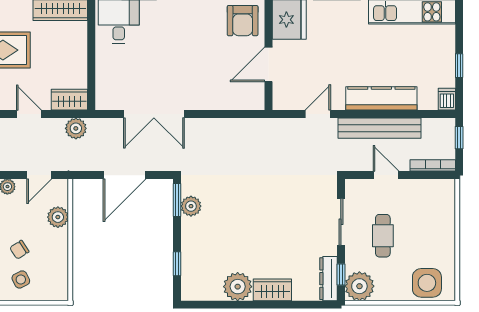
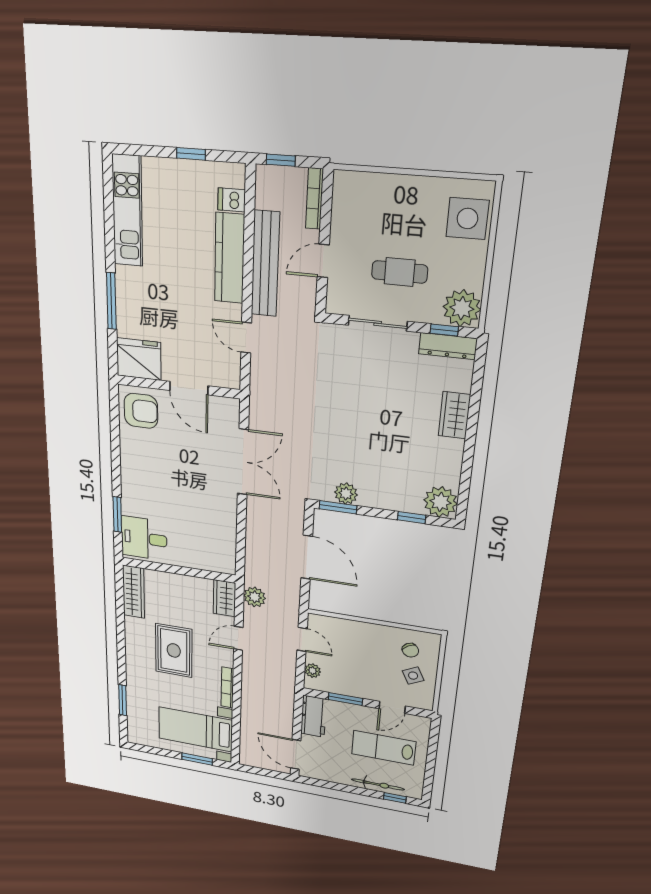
dishwasher: (447, 99) -> (232, 200), moved
double door: (154, 114) -> (243, 462), moved
plant: (58, 217) -> (348, 629), removed
chair: (19, 250) -> (410, 650), moved
plant: (238, 287) -> (441, 502), moved

